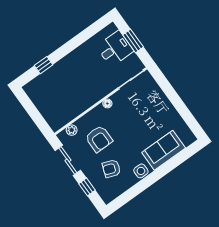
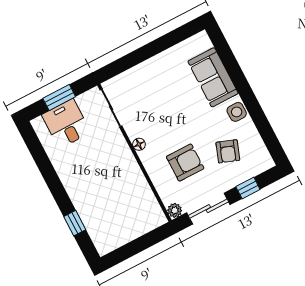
plant: (72, 130) -> (175, 210), moved

